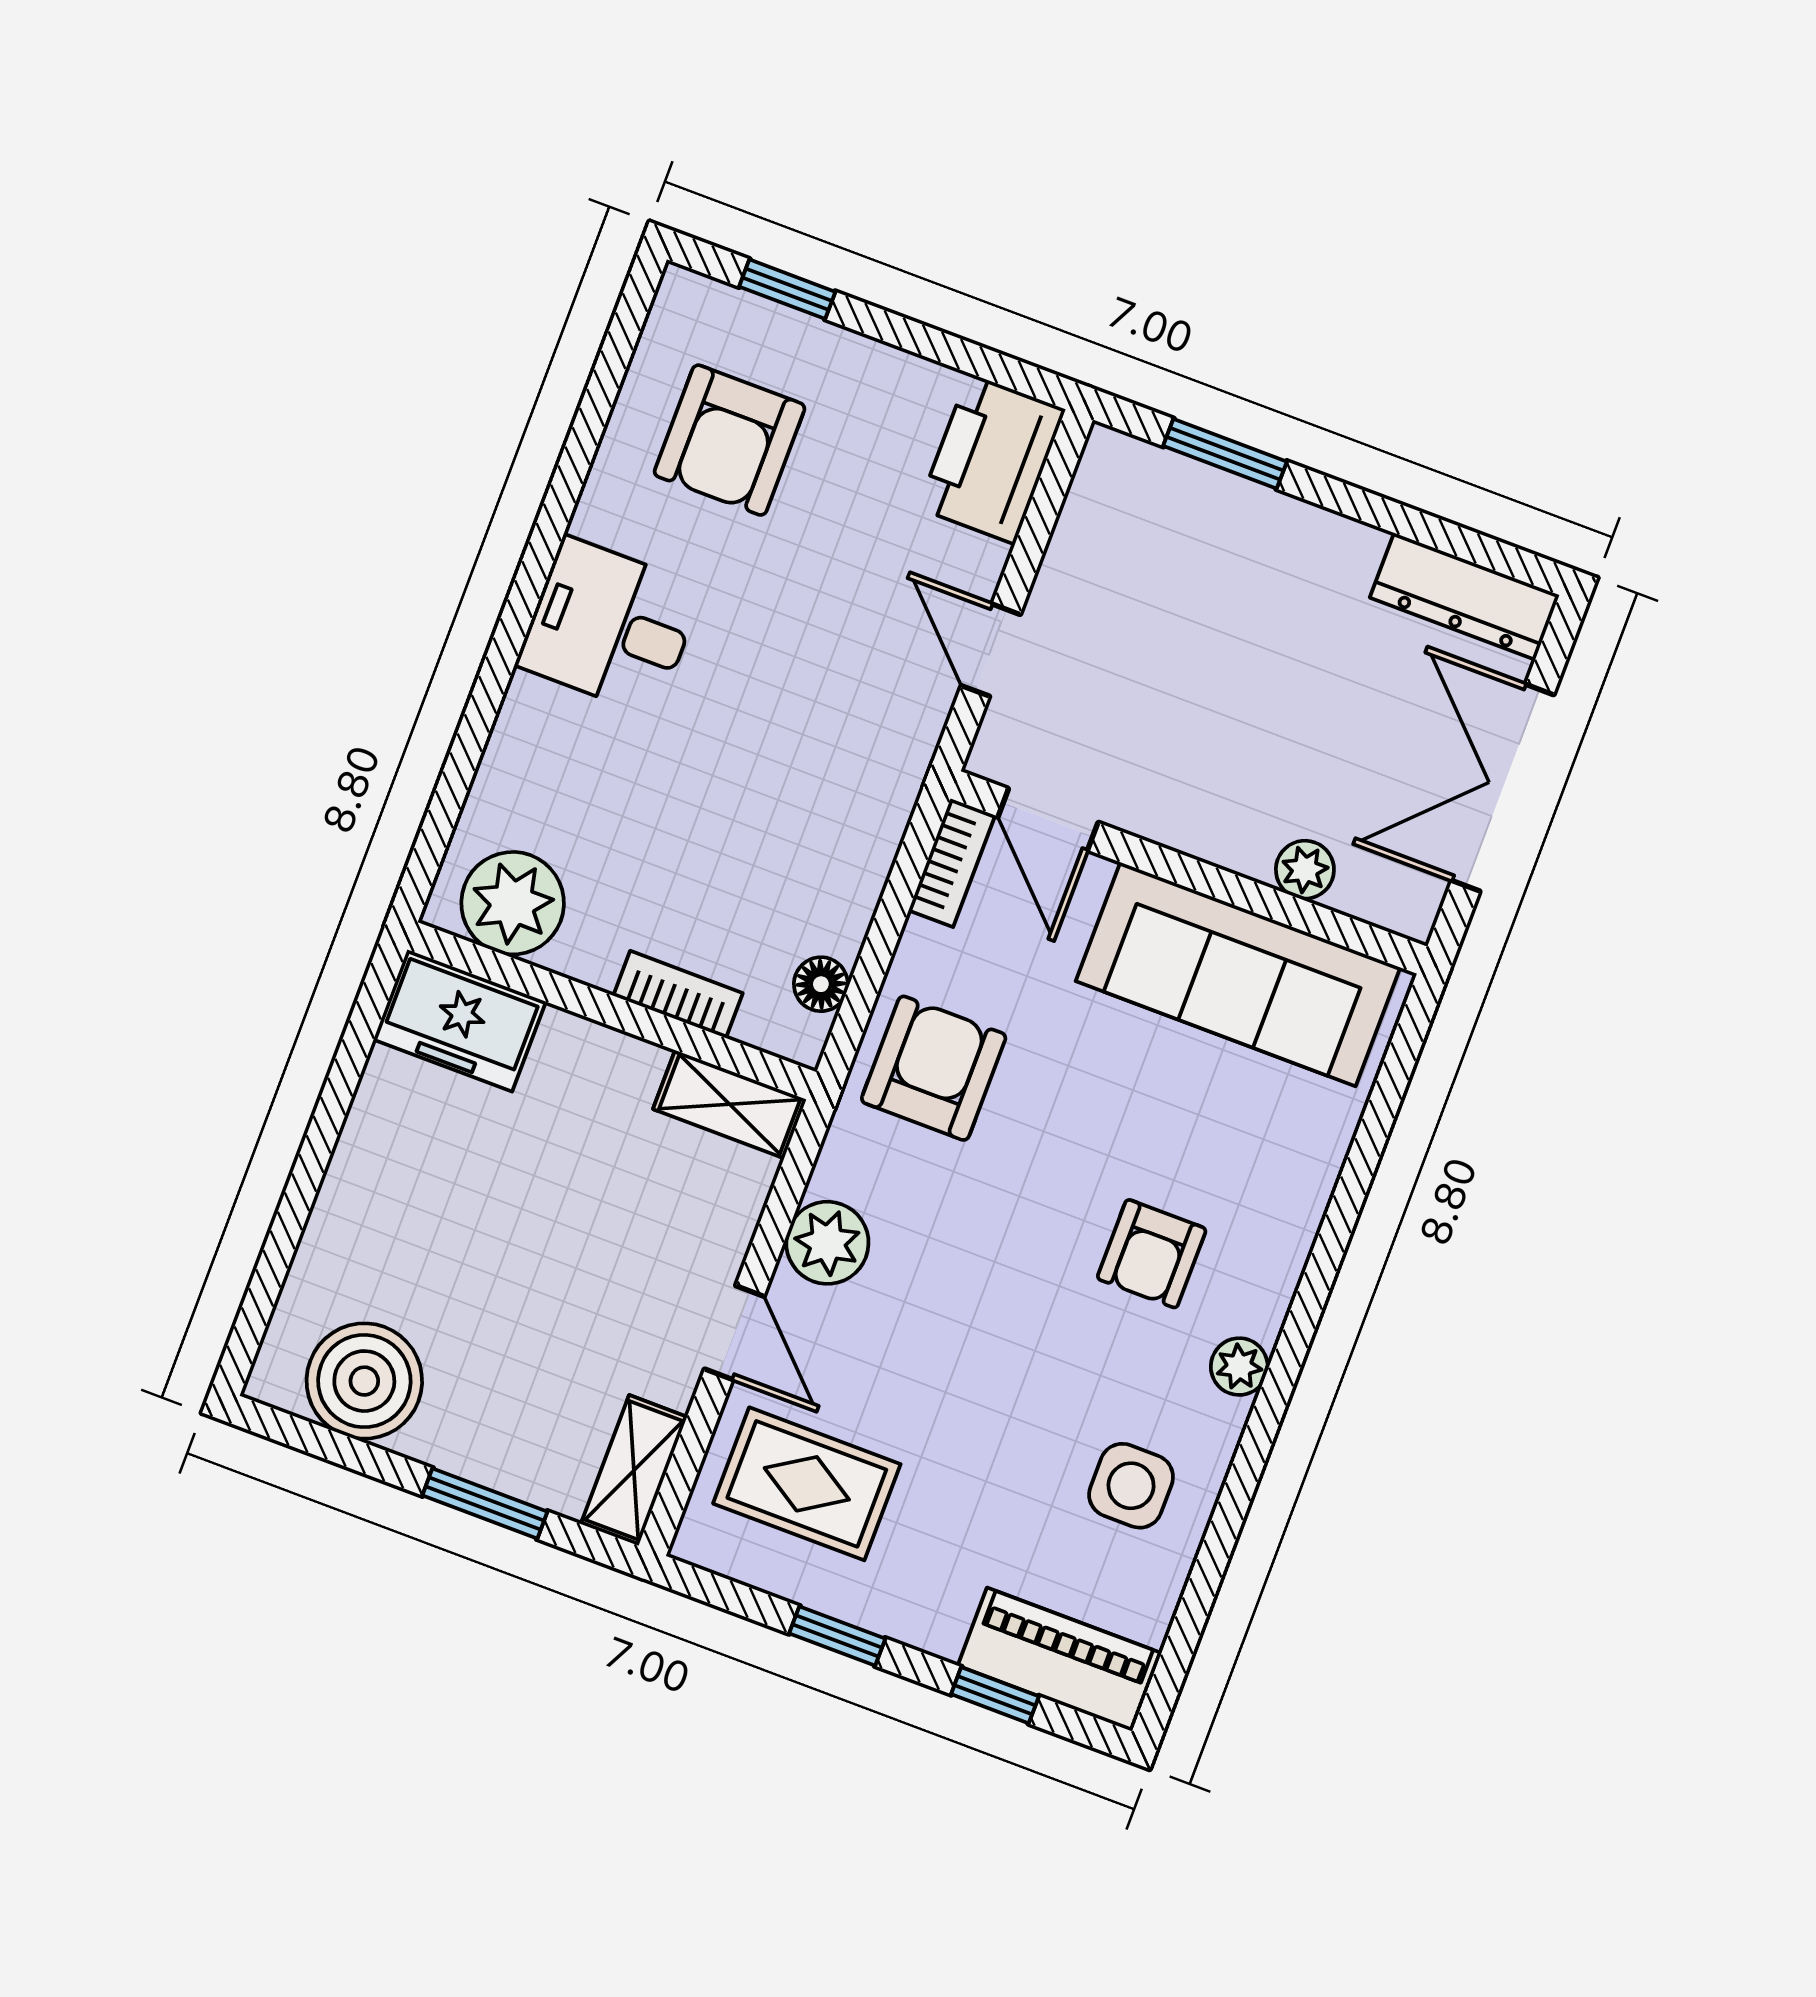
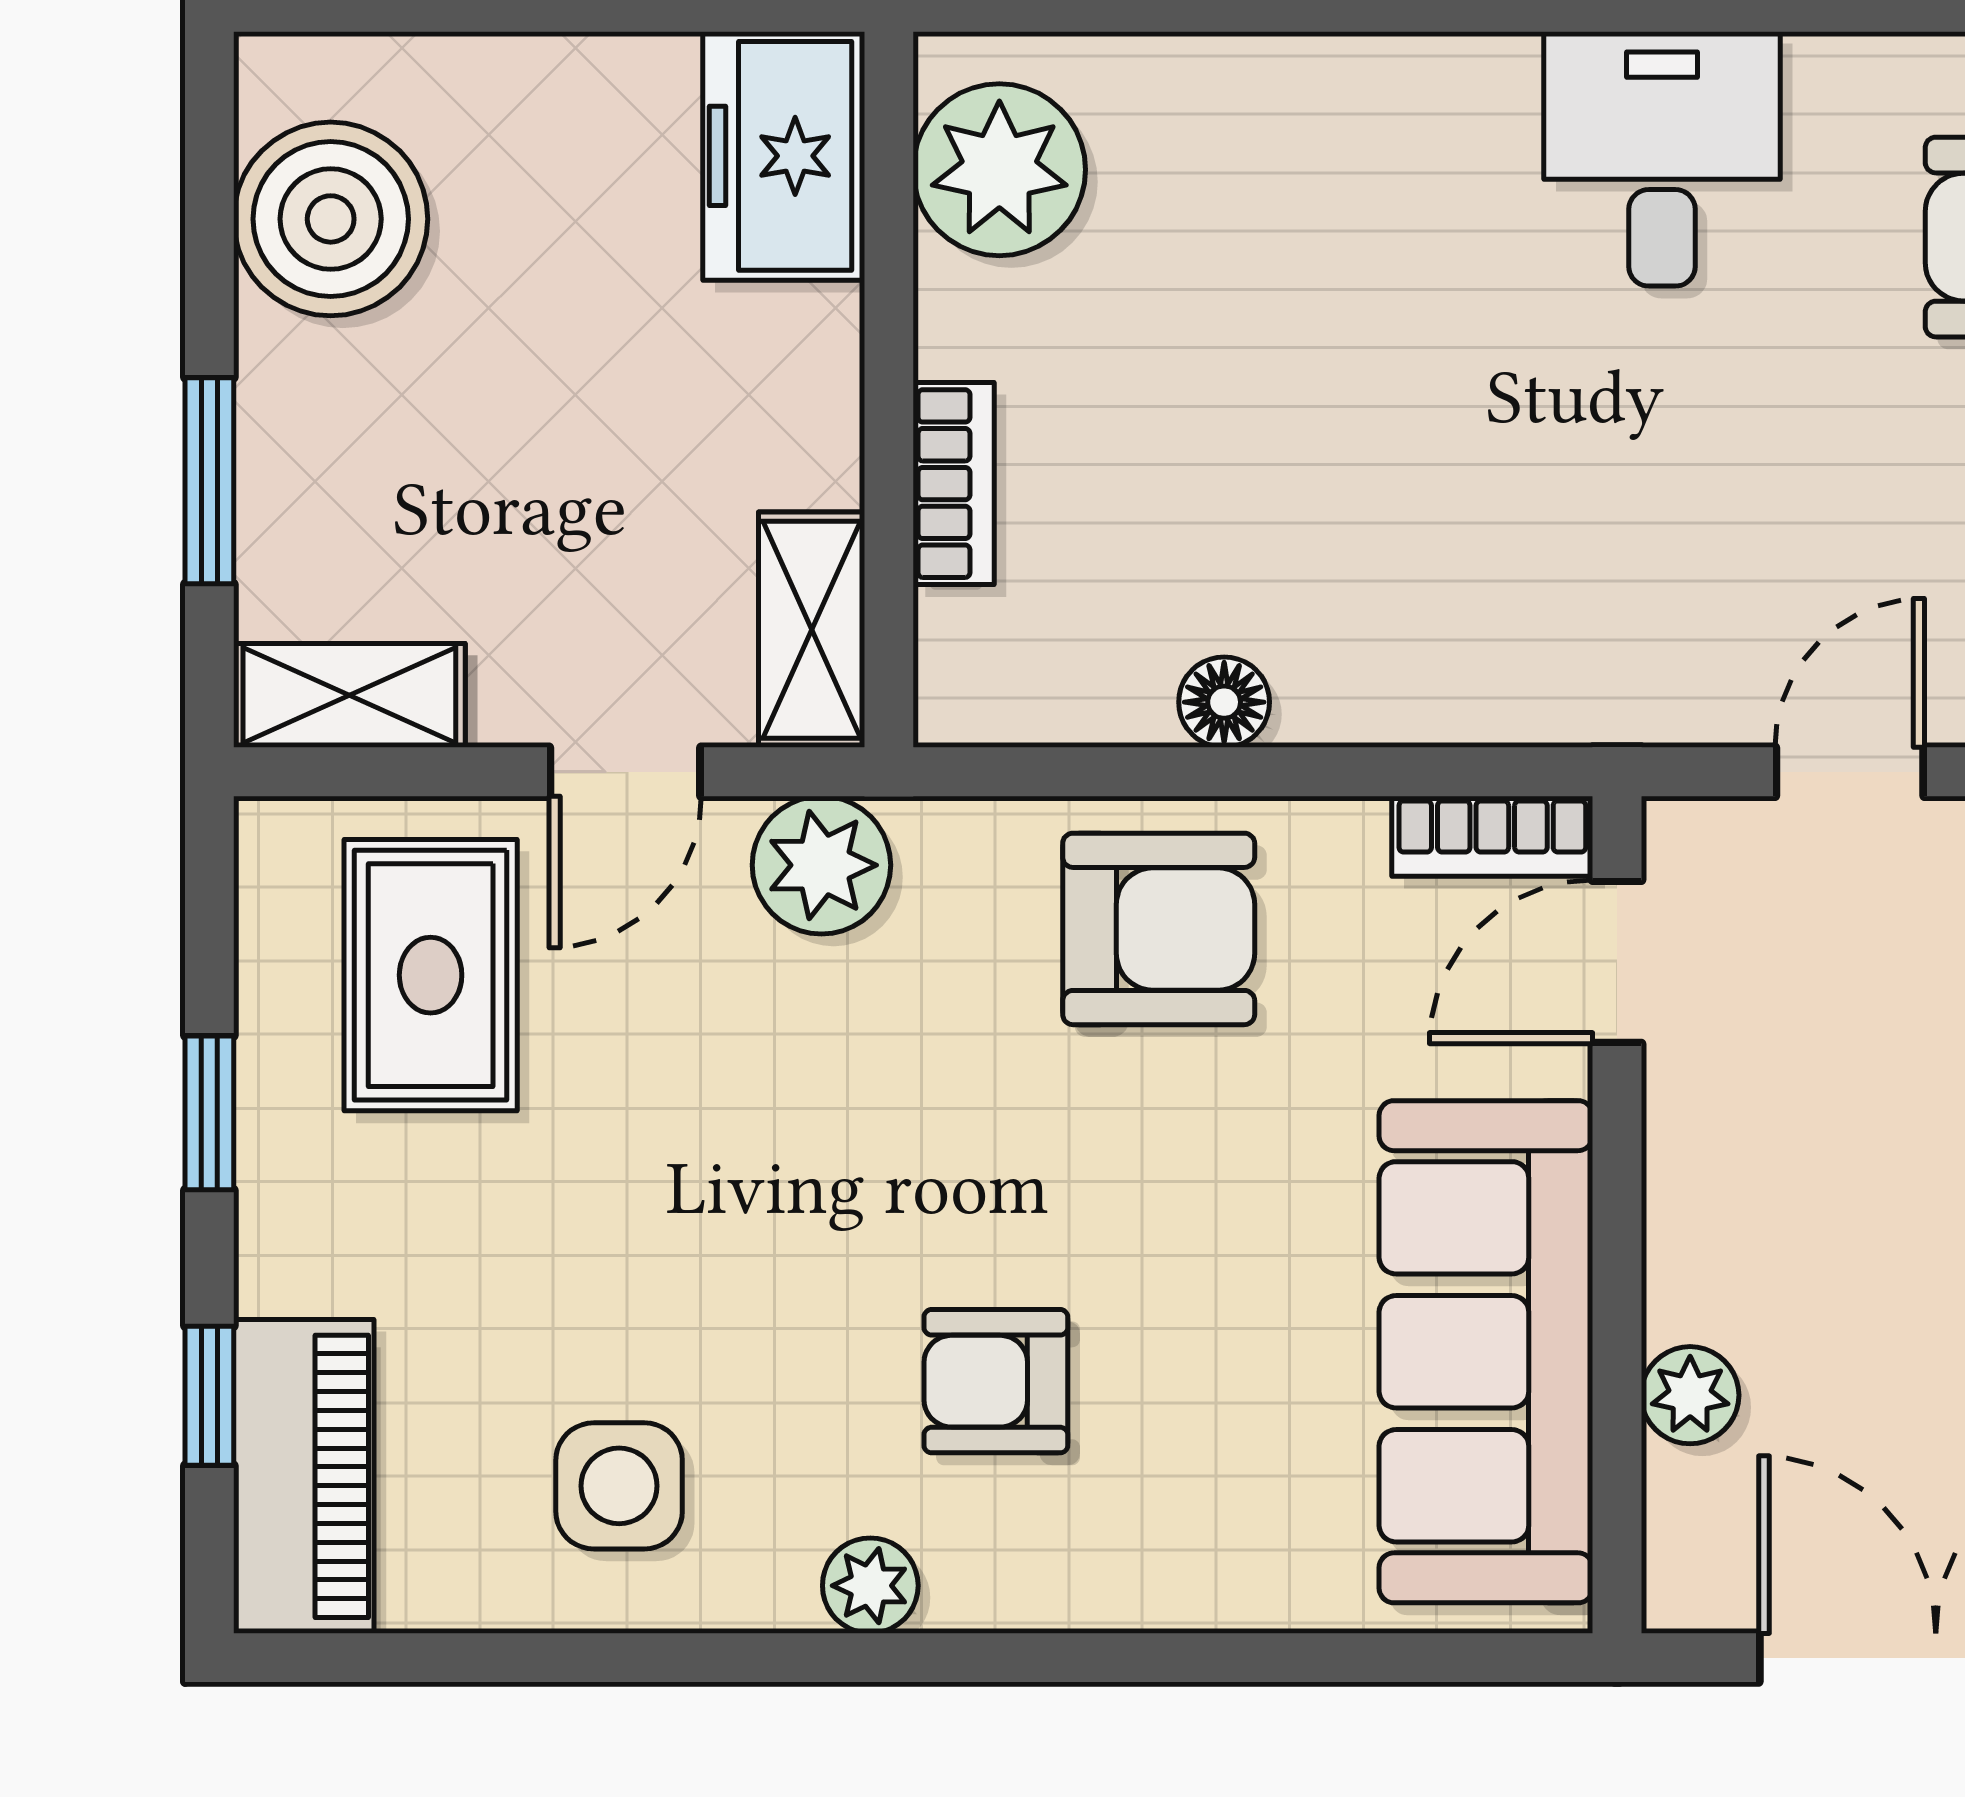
plant: (513, 903) -> (999, 170), moved
bookcase: (678, 994) -> (954, 484), moved
wall: (612, 1011) -> (889, 389), moved
freezer: (460, 1020) -> (784, 156), moved
shelving: (730, 1104) -> (812, 630), moved

